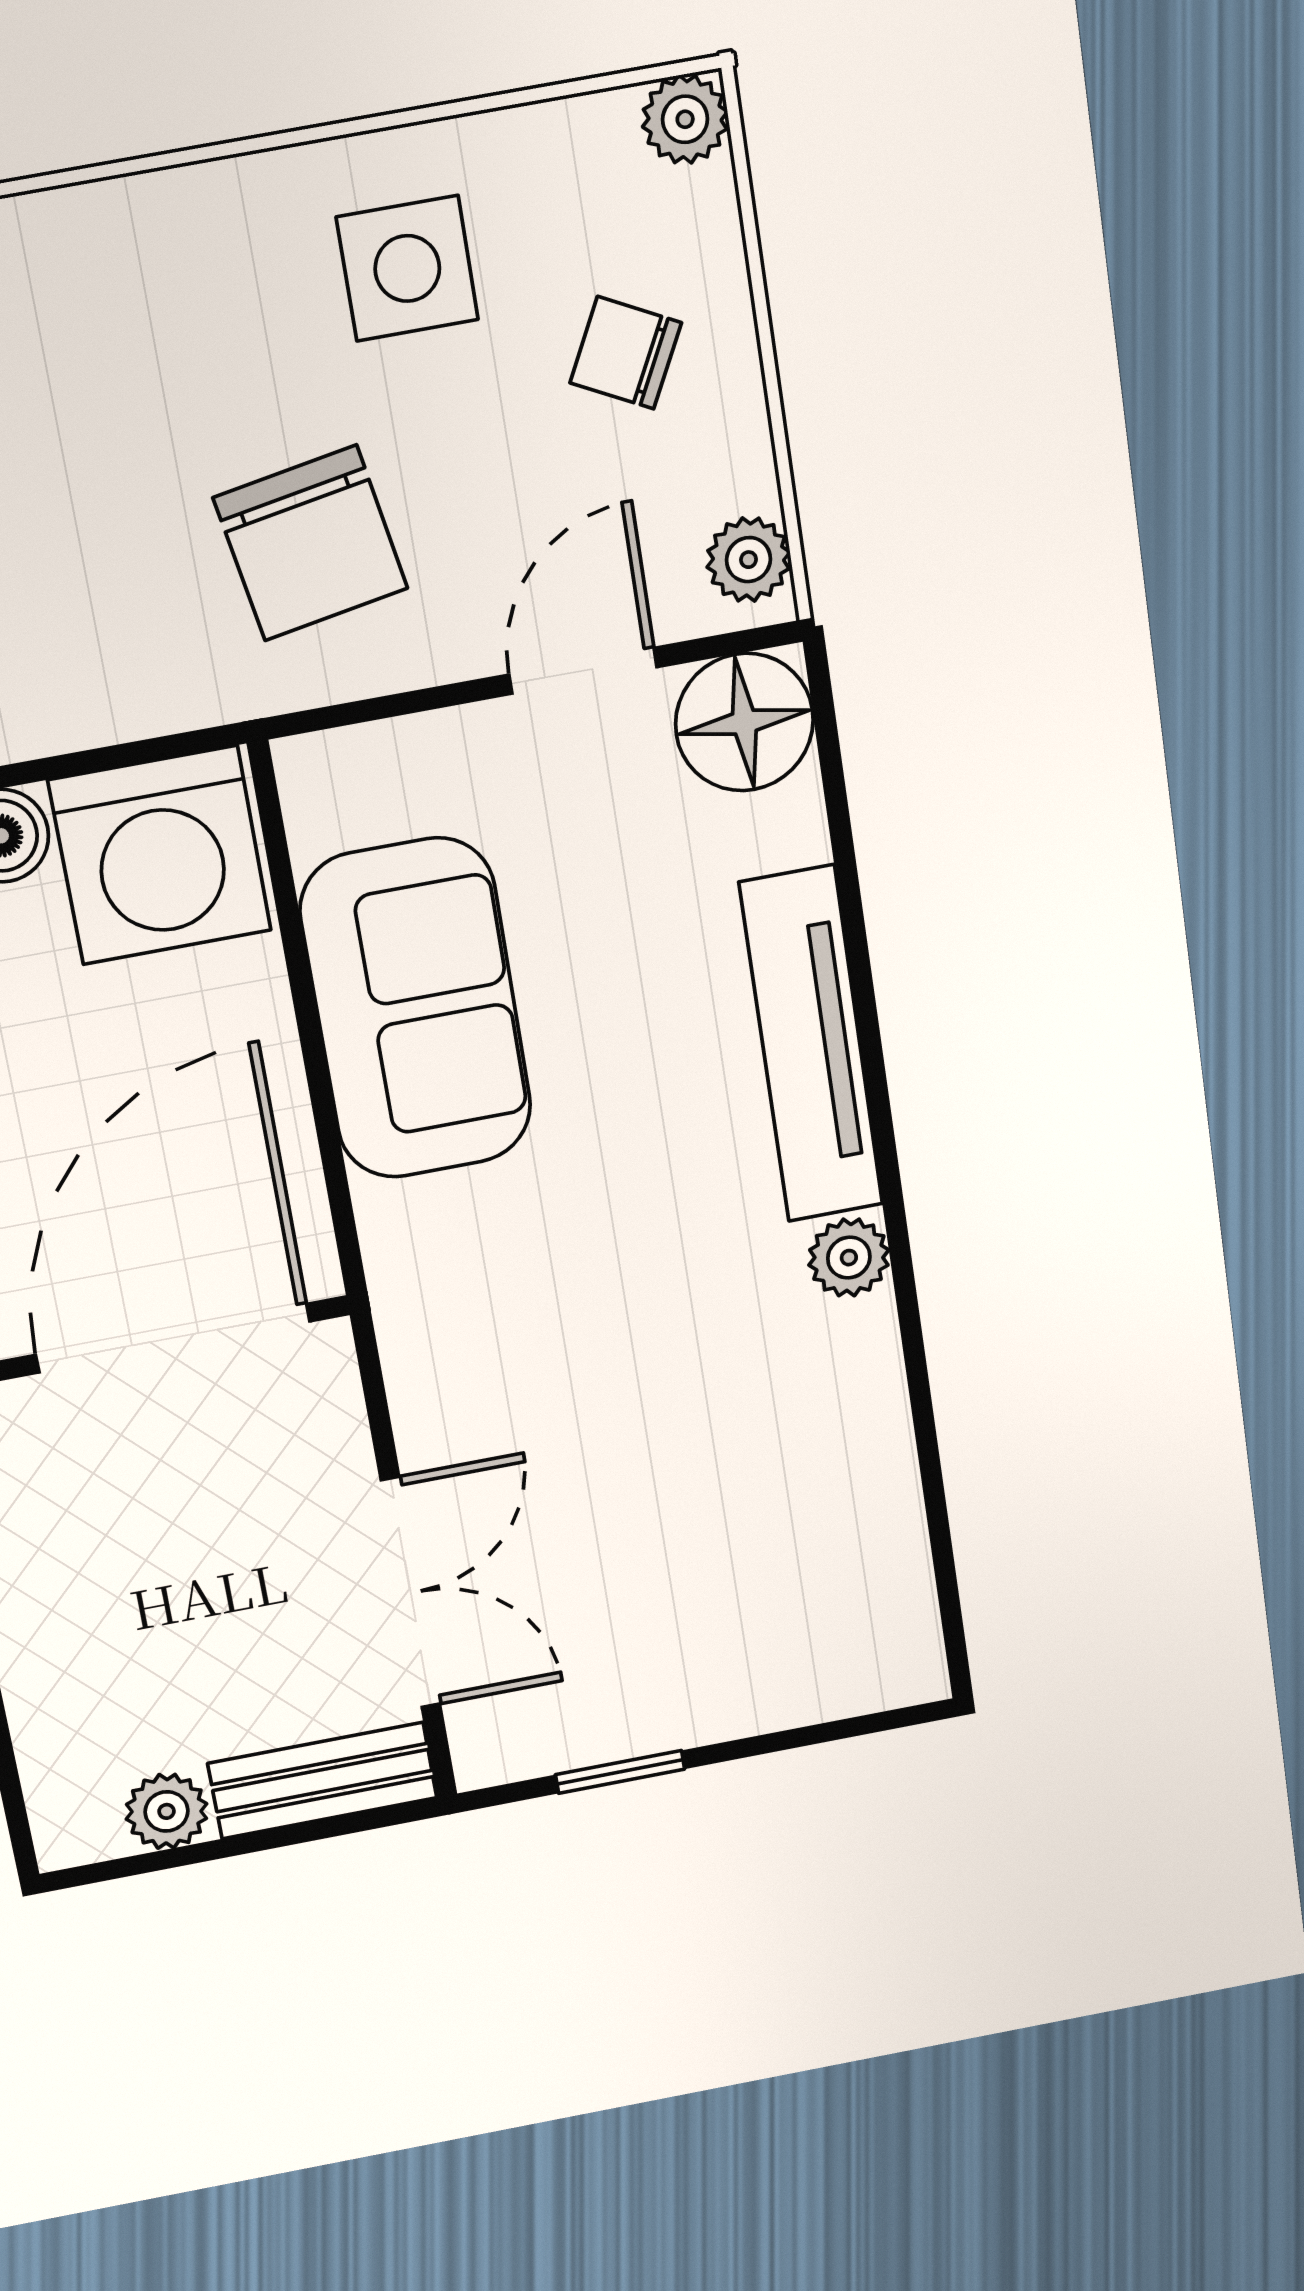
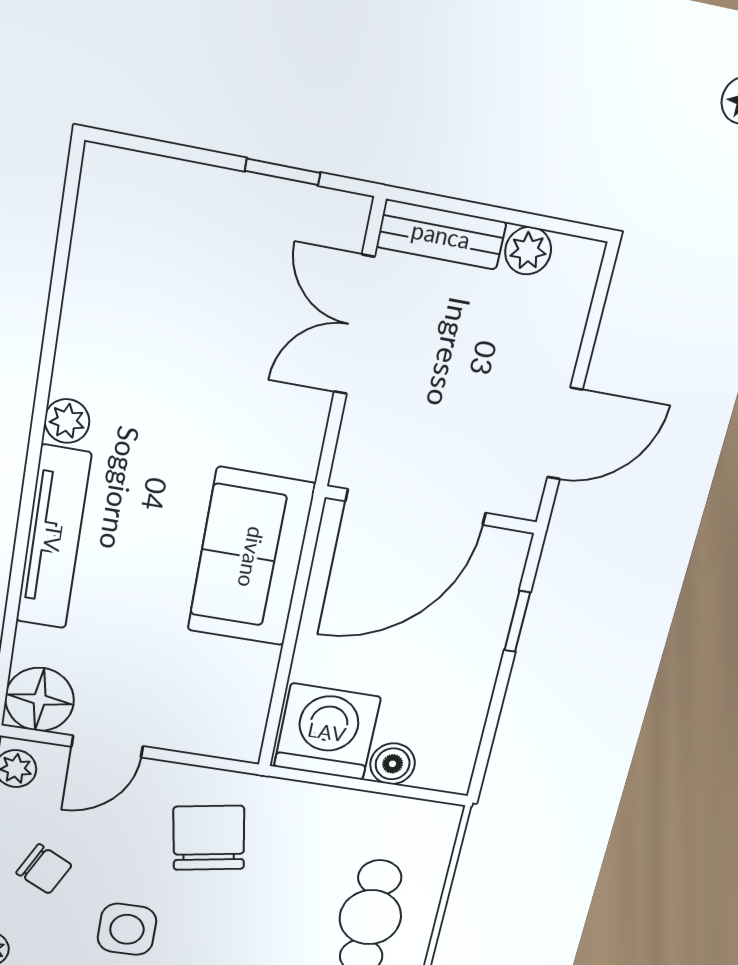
sofa: (416, 1009) -> (251, 557), moved

